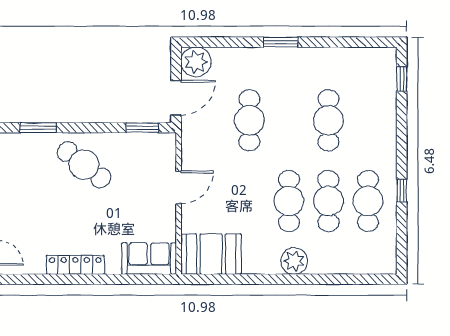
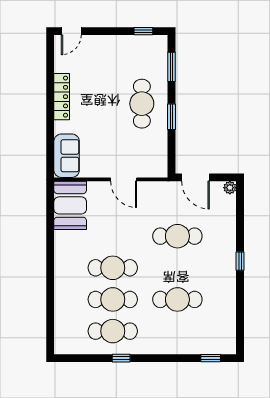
window: (281, 42) -> (240, 261), width x0.67
plant: (196, 62) -> (230, 188), width x0.53, depth x0.53
window: (142, 128) -> (171, 117), moved
cafe table: (84, 165) -> (142, 104), turned -38
plant: (294, 261) -> (65, 272), removed

